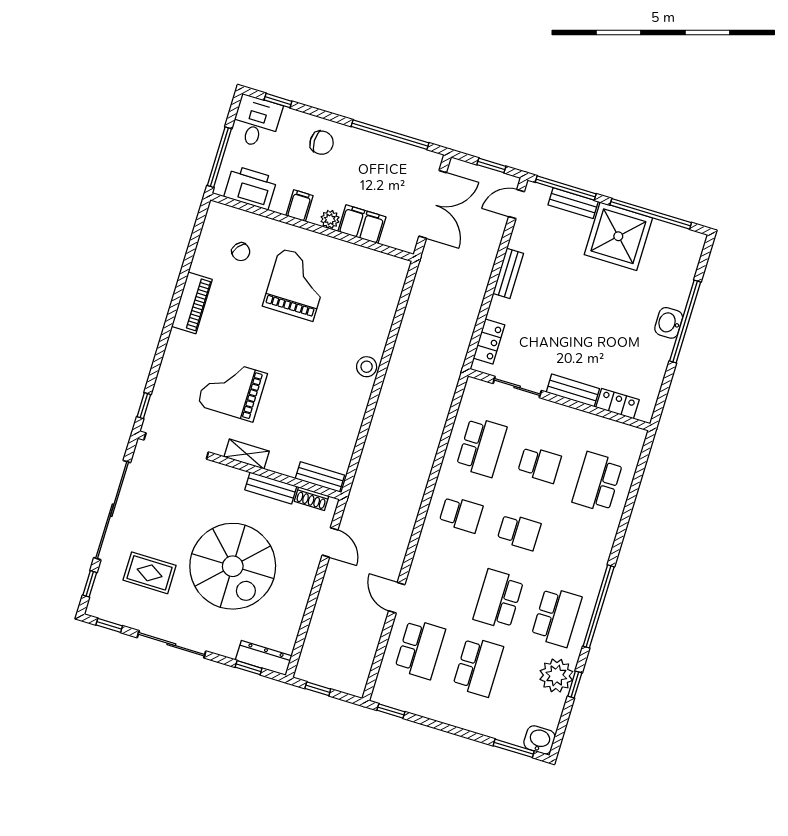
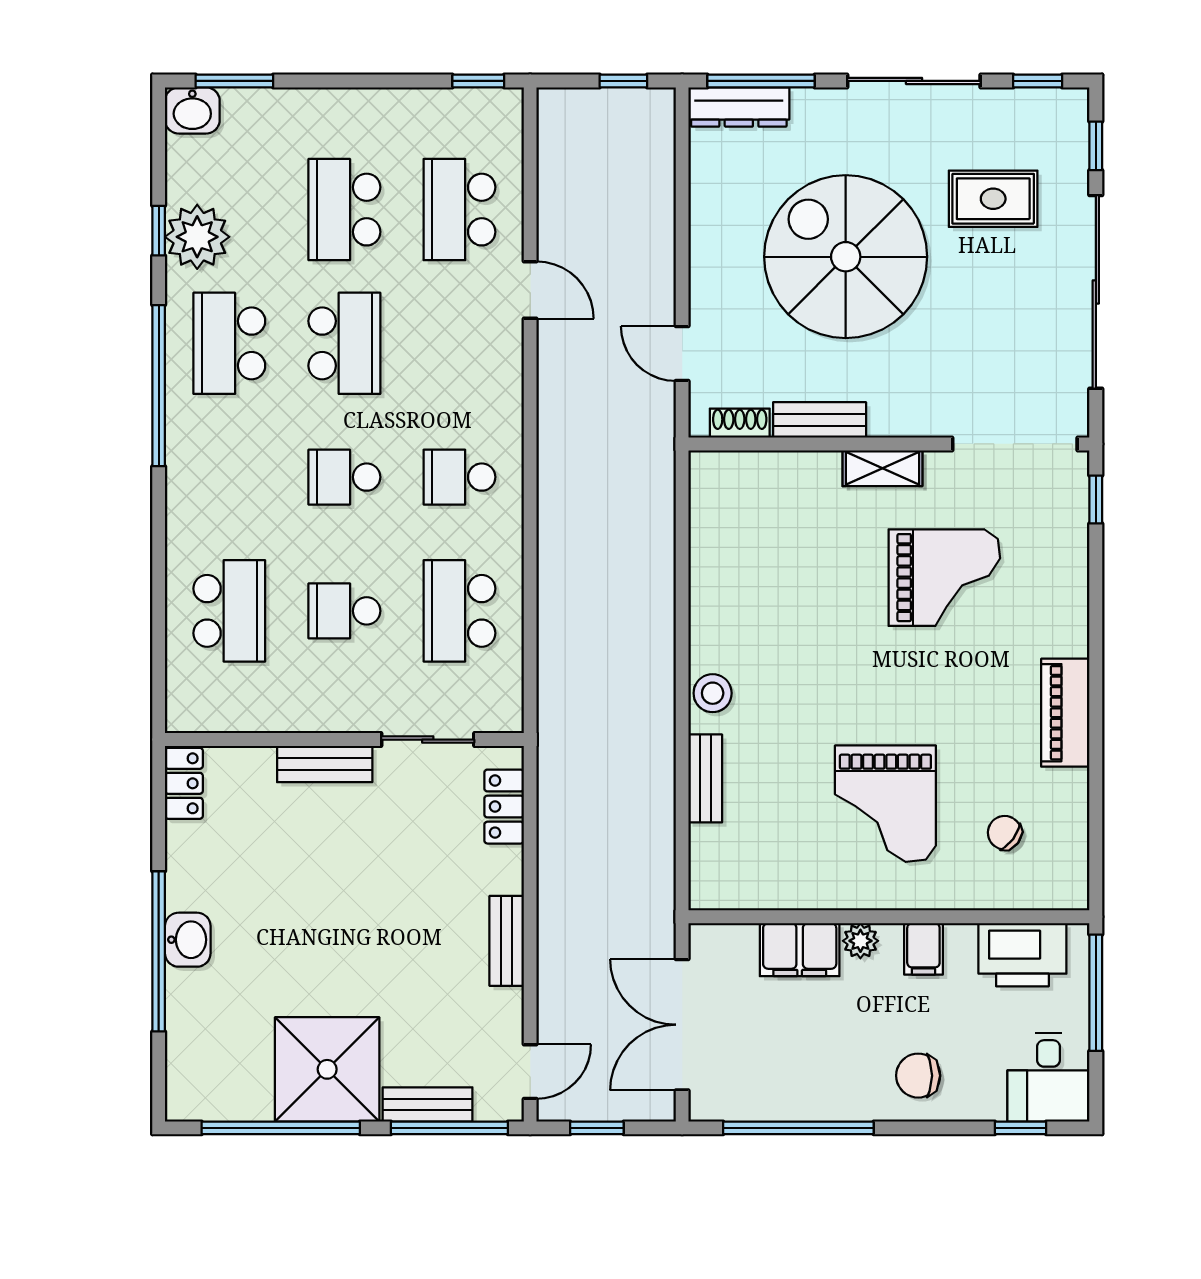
locker: (617, 404) -> (184, 783), moved, turned -90
bench: (320, 477) -> (705, 778), moved, turned 90
window: (249, 668) -> (761, 81), width x2.17

